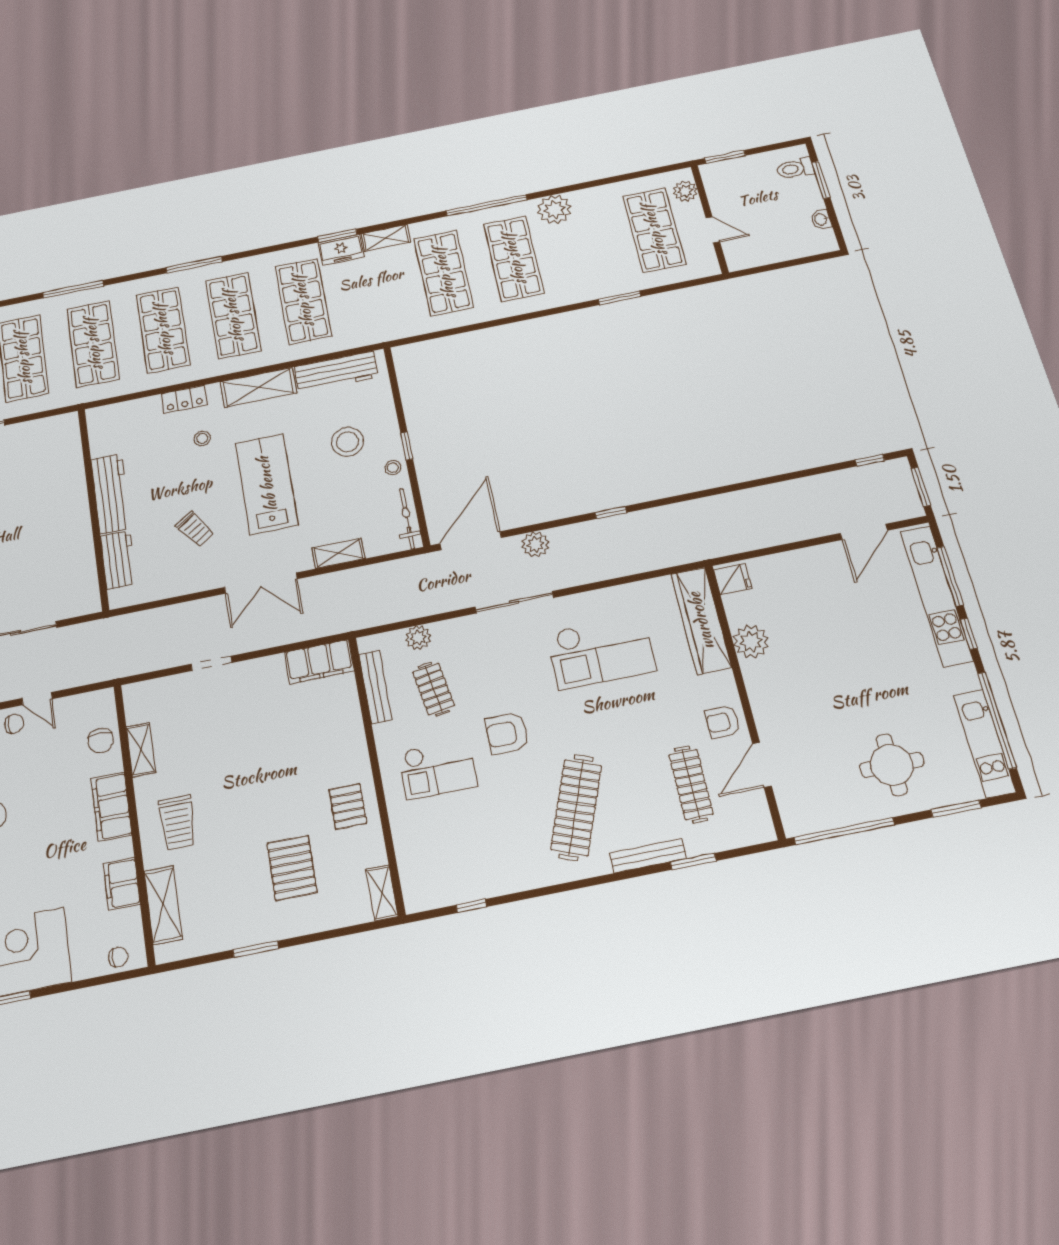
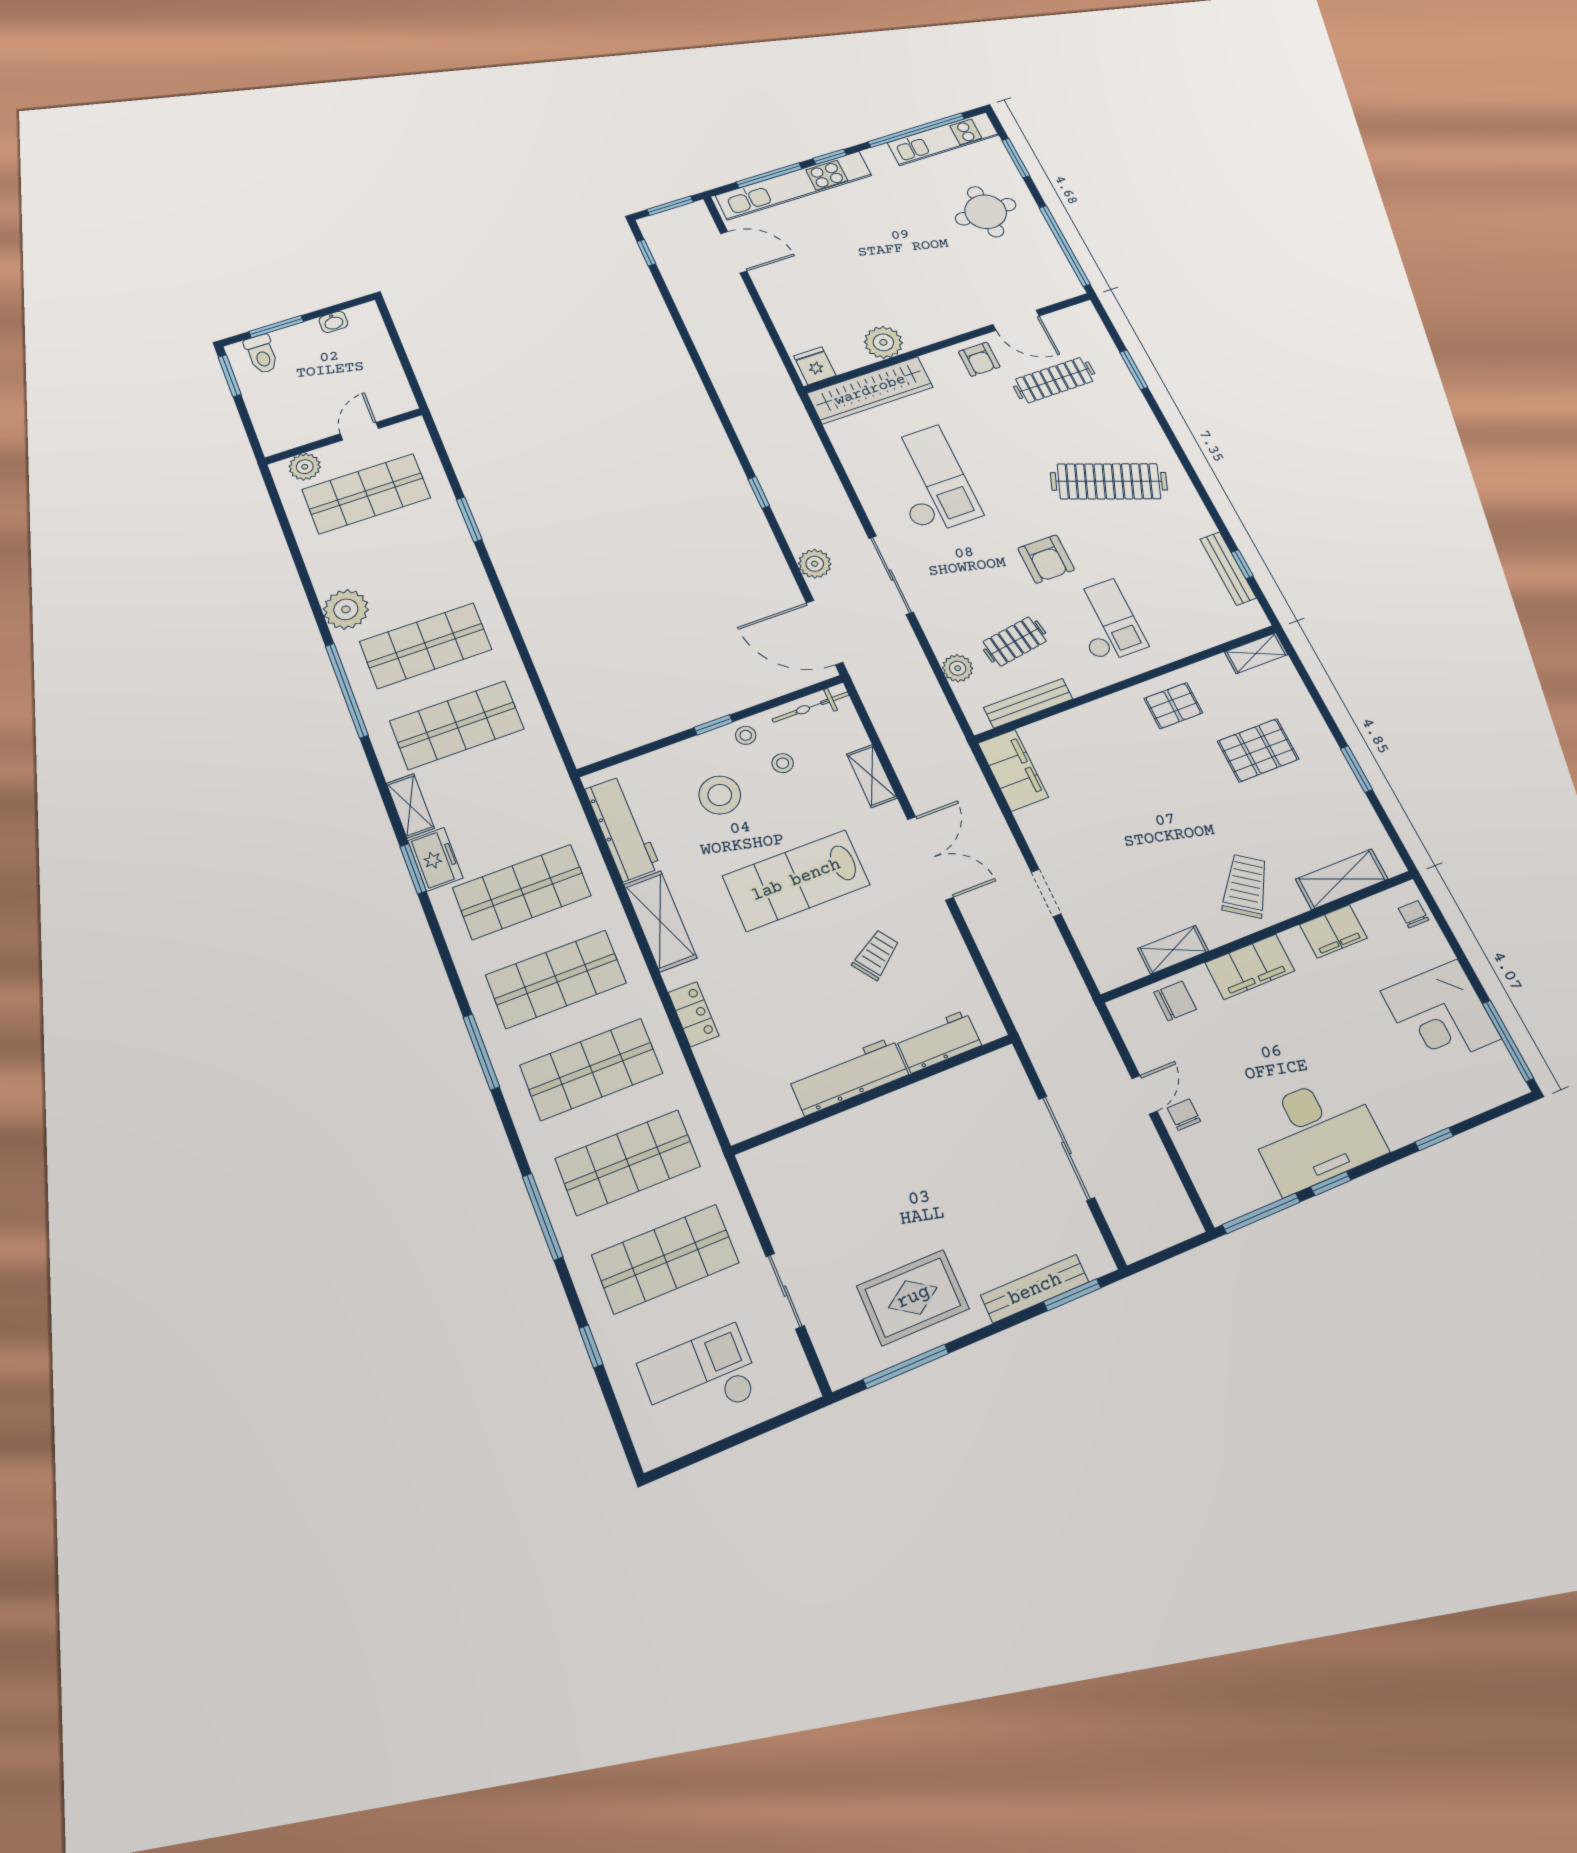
window: (725, 157) -> (230, 376), moved
stool: (202, 438) -> (783, 763), moved
trolley: (178, 823) -> (1246, 886), turned -55
bench: (648, 856) -> (1228, 569), moved

